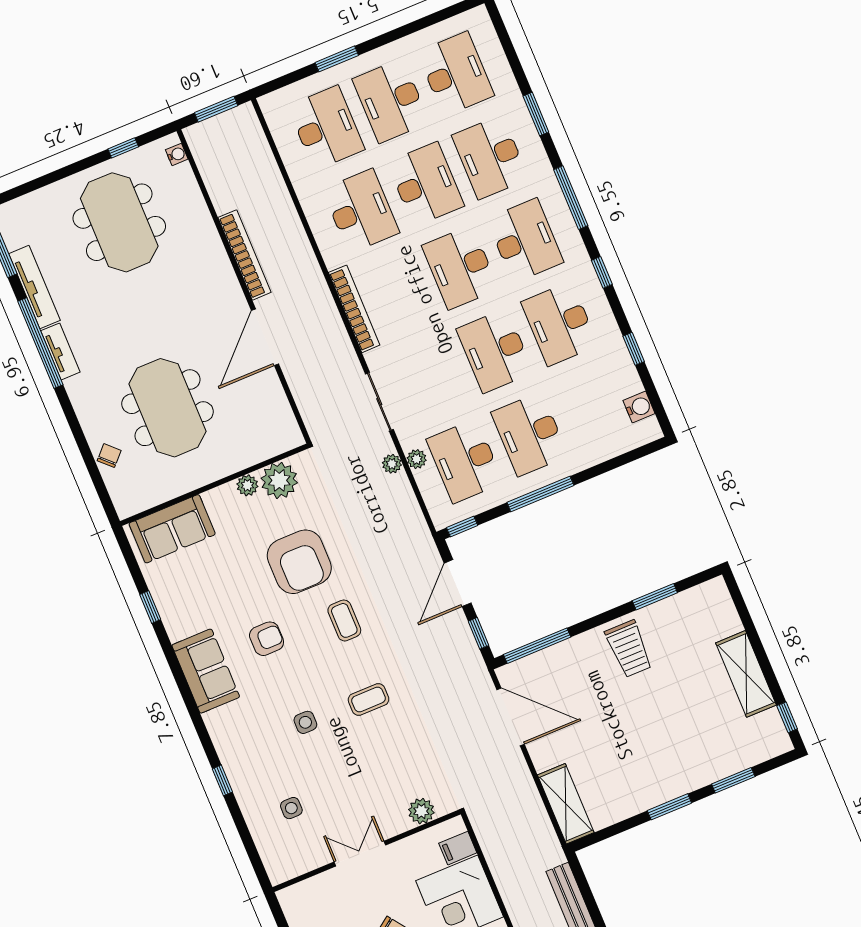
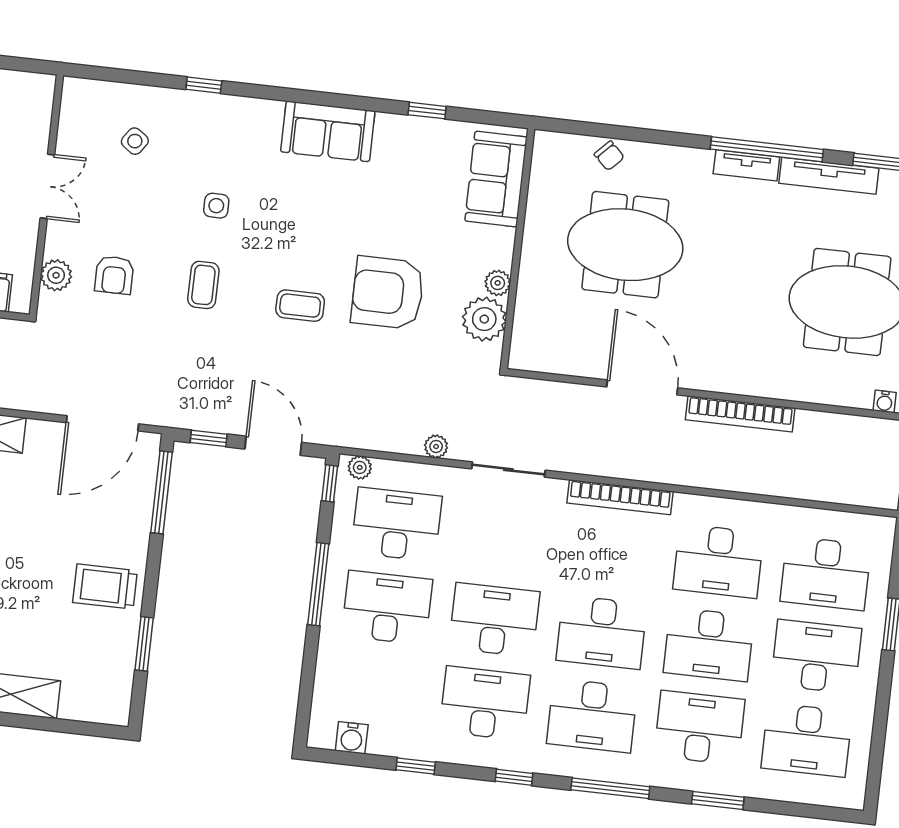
desk: (460, 267) -> (602, 632), turned 180
plant: (417, 459) -> (360, 467), moved
armchair: (267, 639) -> (114, 275), moved
side table: (291, 808) -> (135, 141), turned 35

